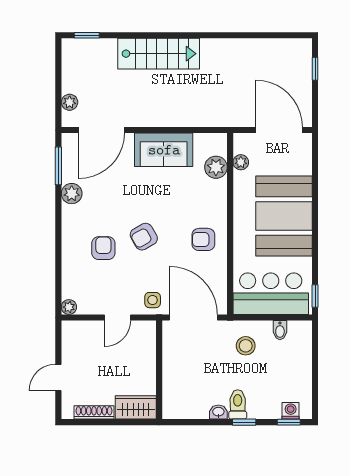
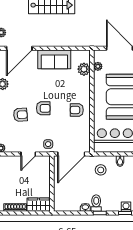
armchair: (144, 237) -> (43, 108), turned -150
armchair: (103, 248) -> (20, 115), turned 86
door: (193, 318) -> (71, 154), swing flipped

